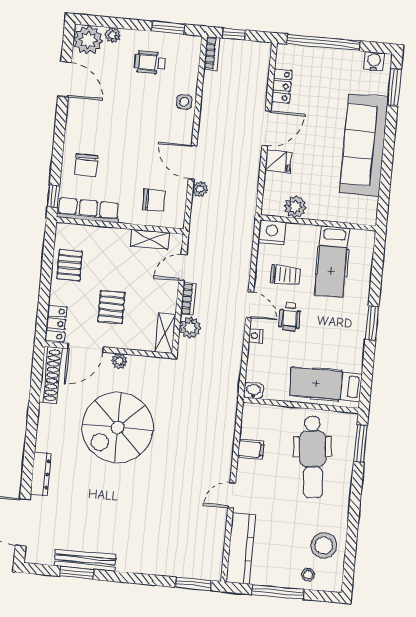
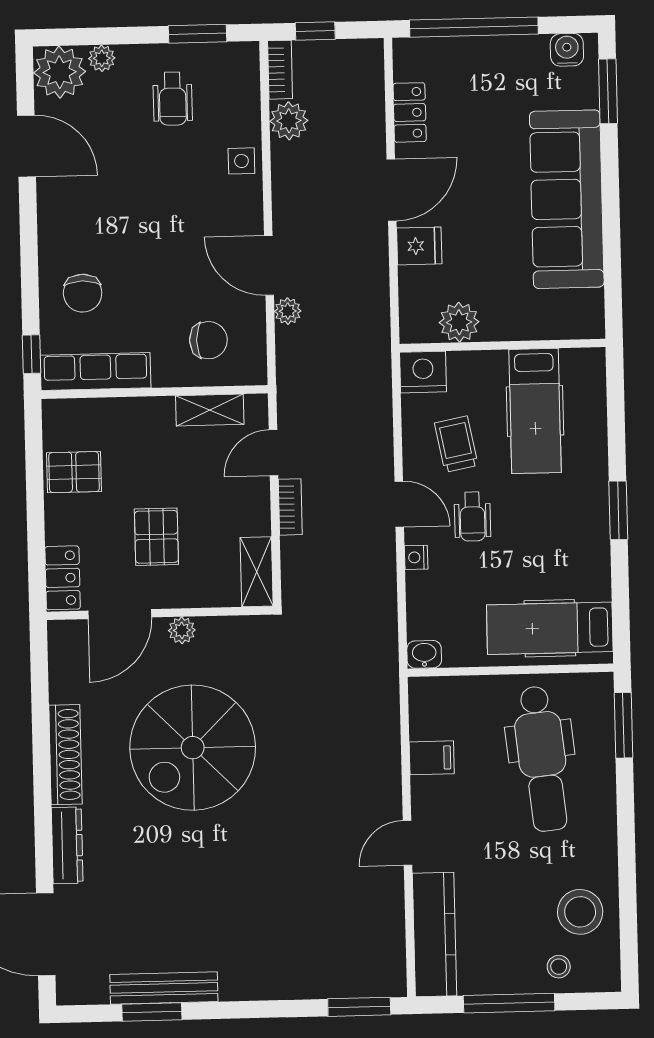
wheelchair: (150, 62) -> (173, 99), turned -90
pallet: (70, 265) -> (74, 472), turned 90
trolley: (286, 275) -> (456, 444), turned -101
plant: (190, 328) -> (289, 121), moved
shoe rack: (50, 375) -> (65, 755), moved

